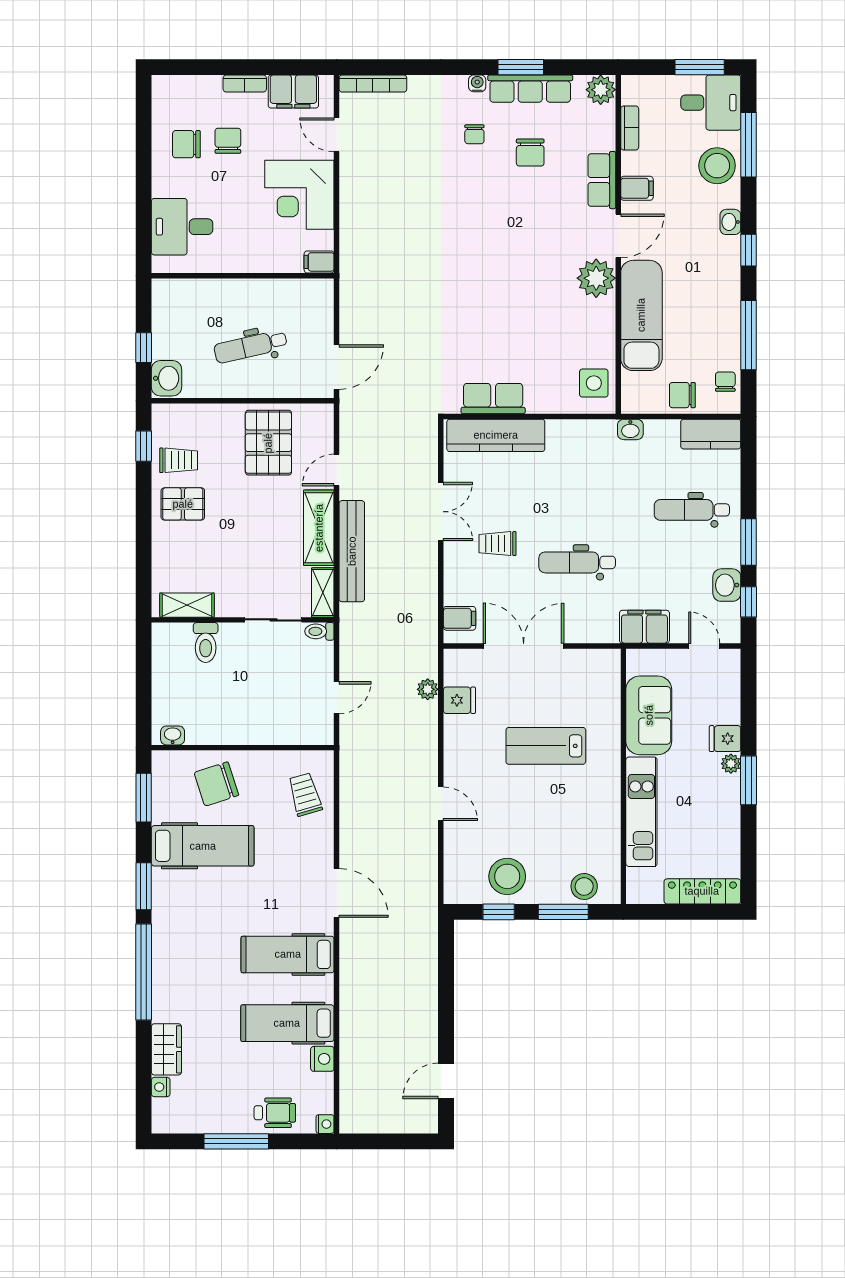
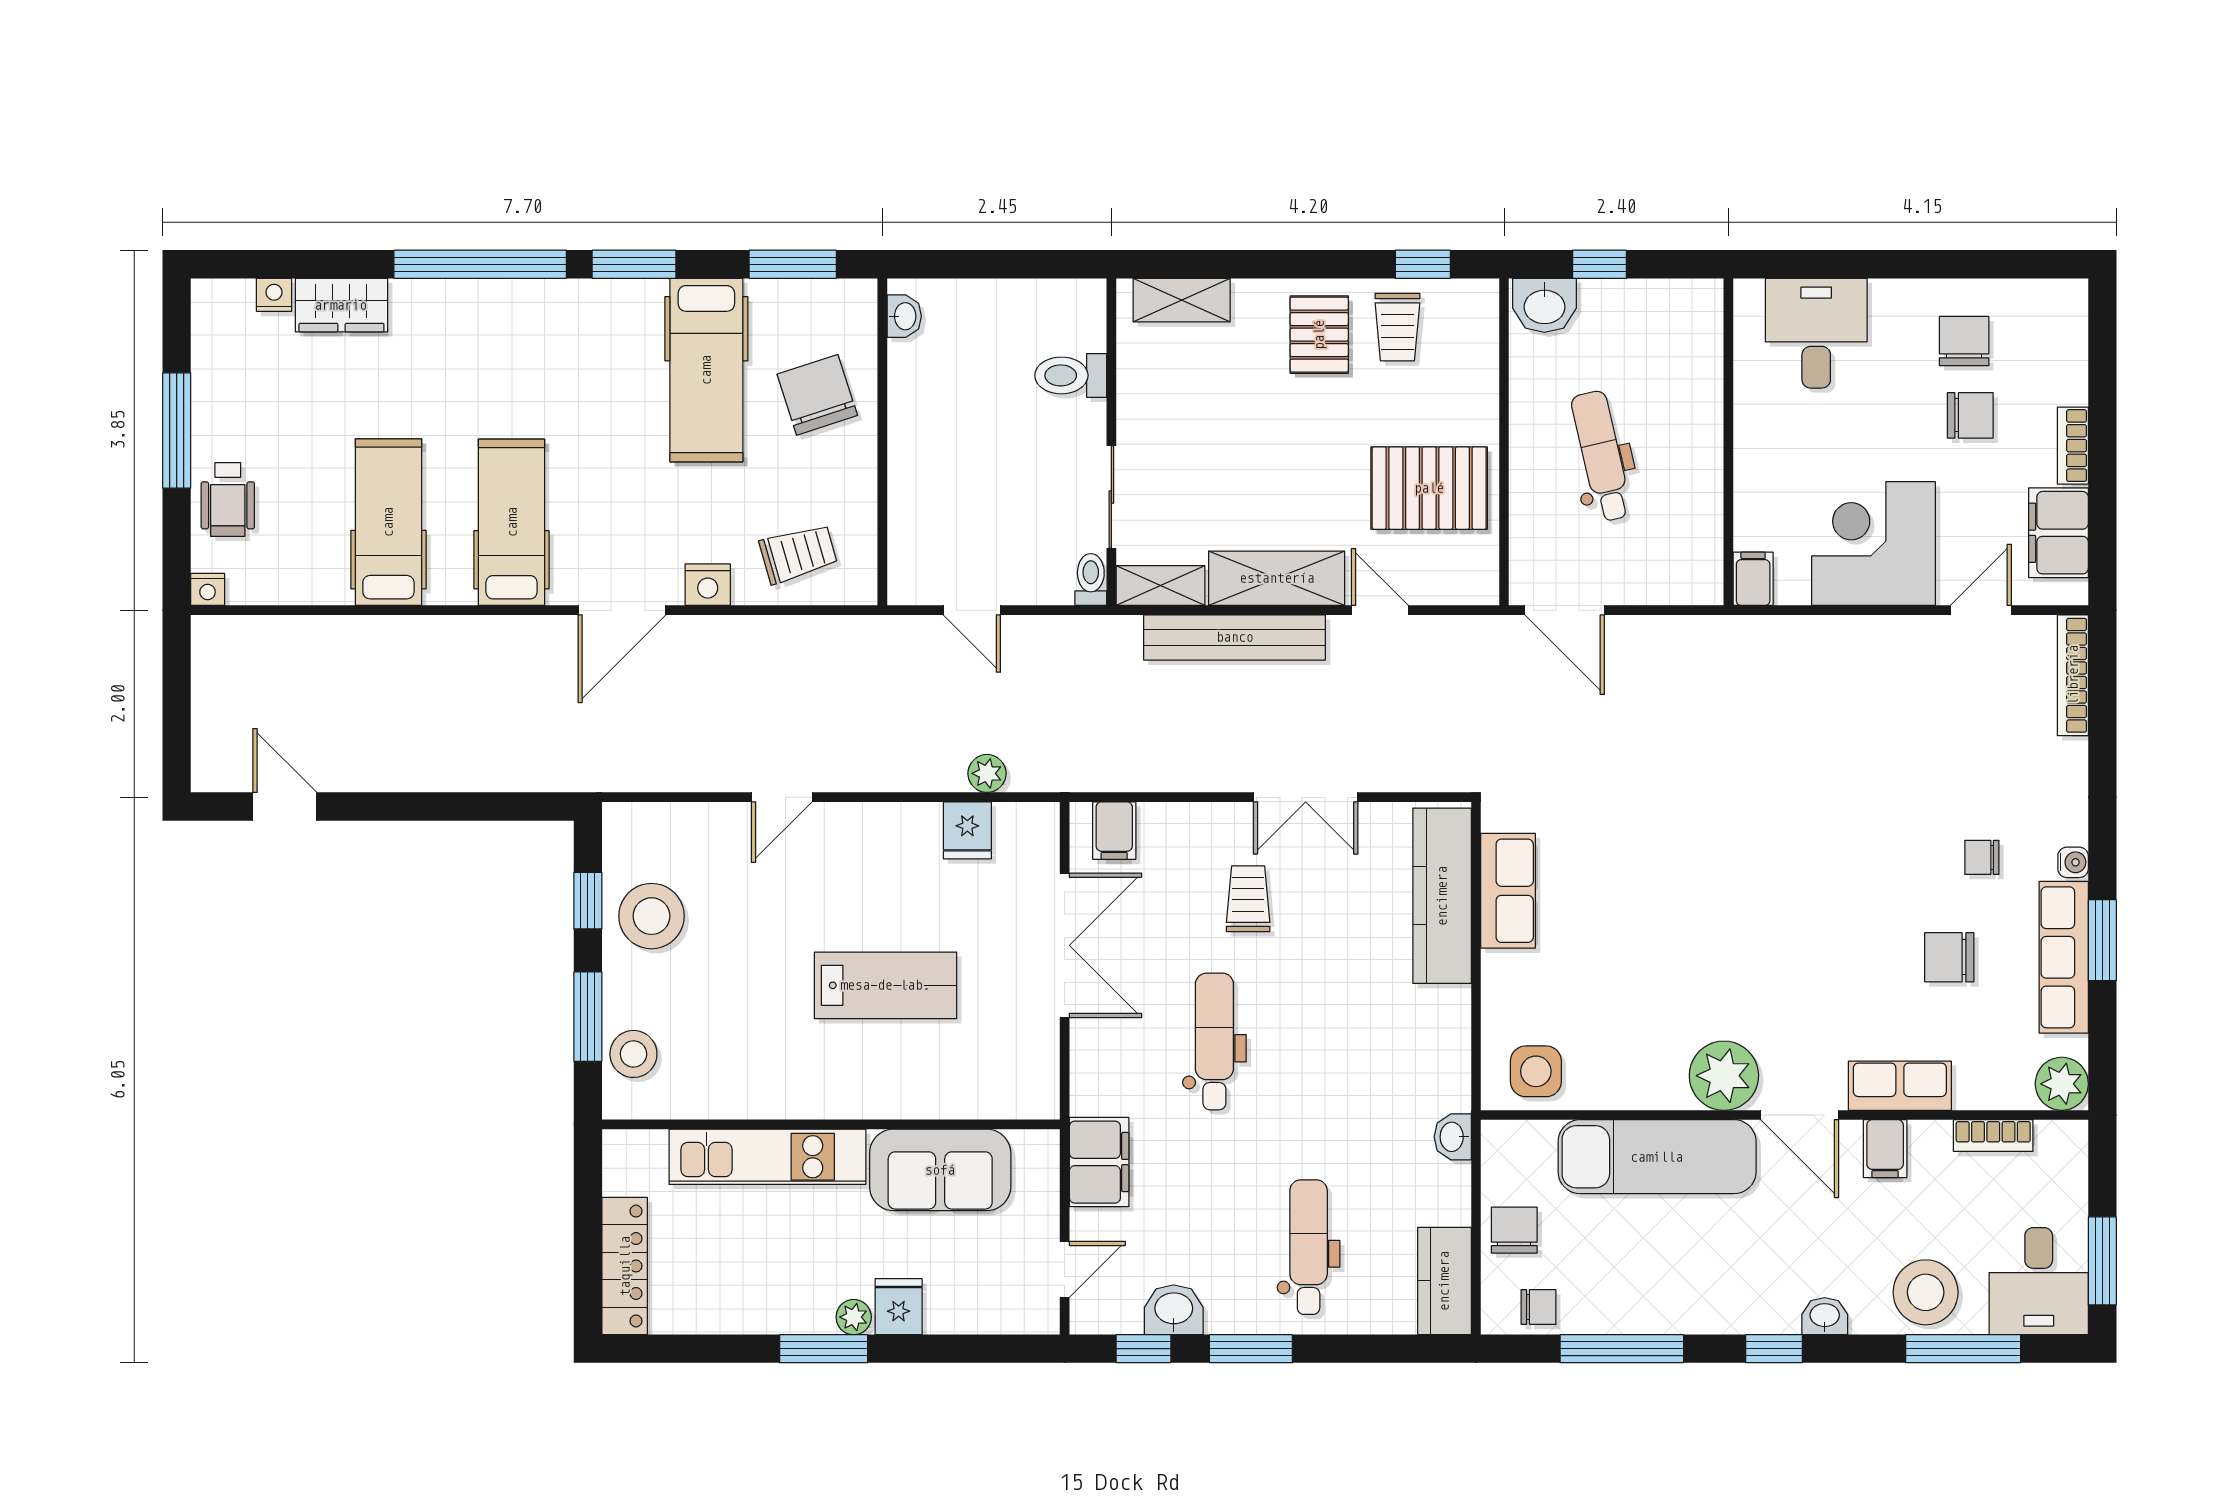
shelving: (187, 605) -> (1182, 300), moved, turned 90
lab bench: (546, 746) -> (885, 985), turned 90
nightstand: (322, 1059) -> (708, 585), moved

